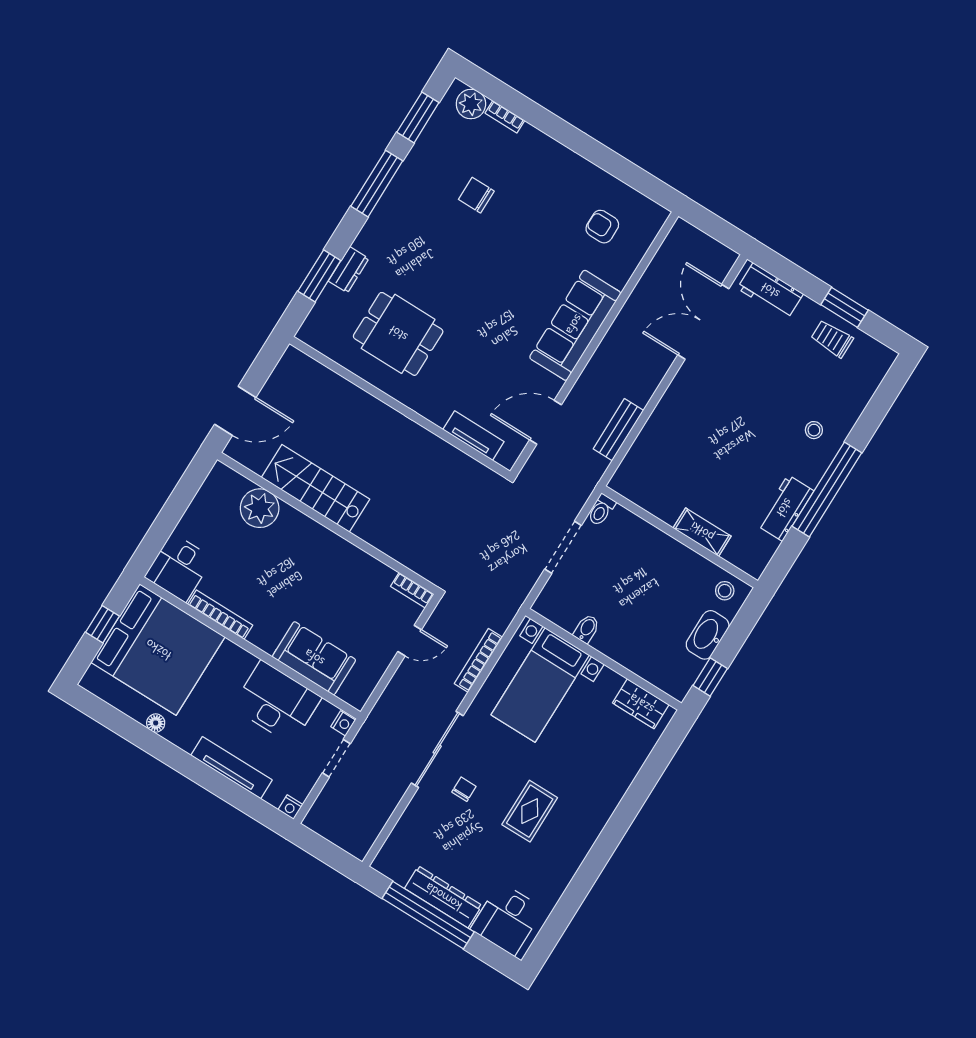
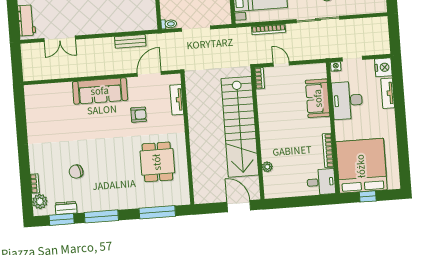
chair: (476, 195) -> (76, 172), turned 76
armchair: (602, 227) -> (139, 115), moved, turned -90
dresser: (349, 270) -> (66, 208), moved
window: (319, 276) -> (157, 212), width x1.44
double door: (703, 322) -> (60, 39), width x0.73
door: (546, 422) -> (149, 74), swing flipped
stairs: (316, 488) -> (240, 127), width x1.86, depth x1.51
plant: (260, 508) -> (267, 167), width x0.53, depth x0.53
floor lamp: (156, 723) -> (393, 144), removed
tv unit: (231, 768) -> (388, 93), width x0.71
nightstand: (290, 807) -> (383, 67), width x1.89, depth x1.79

